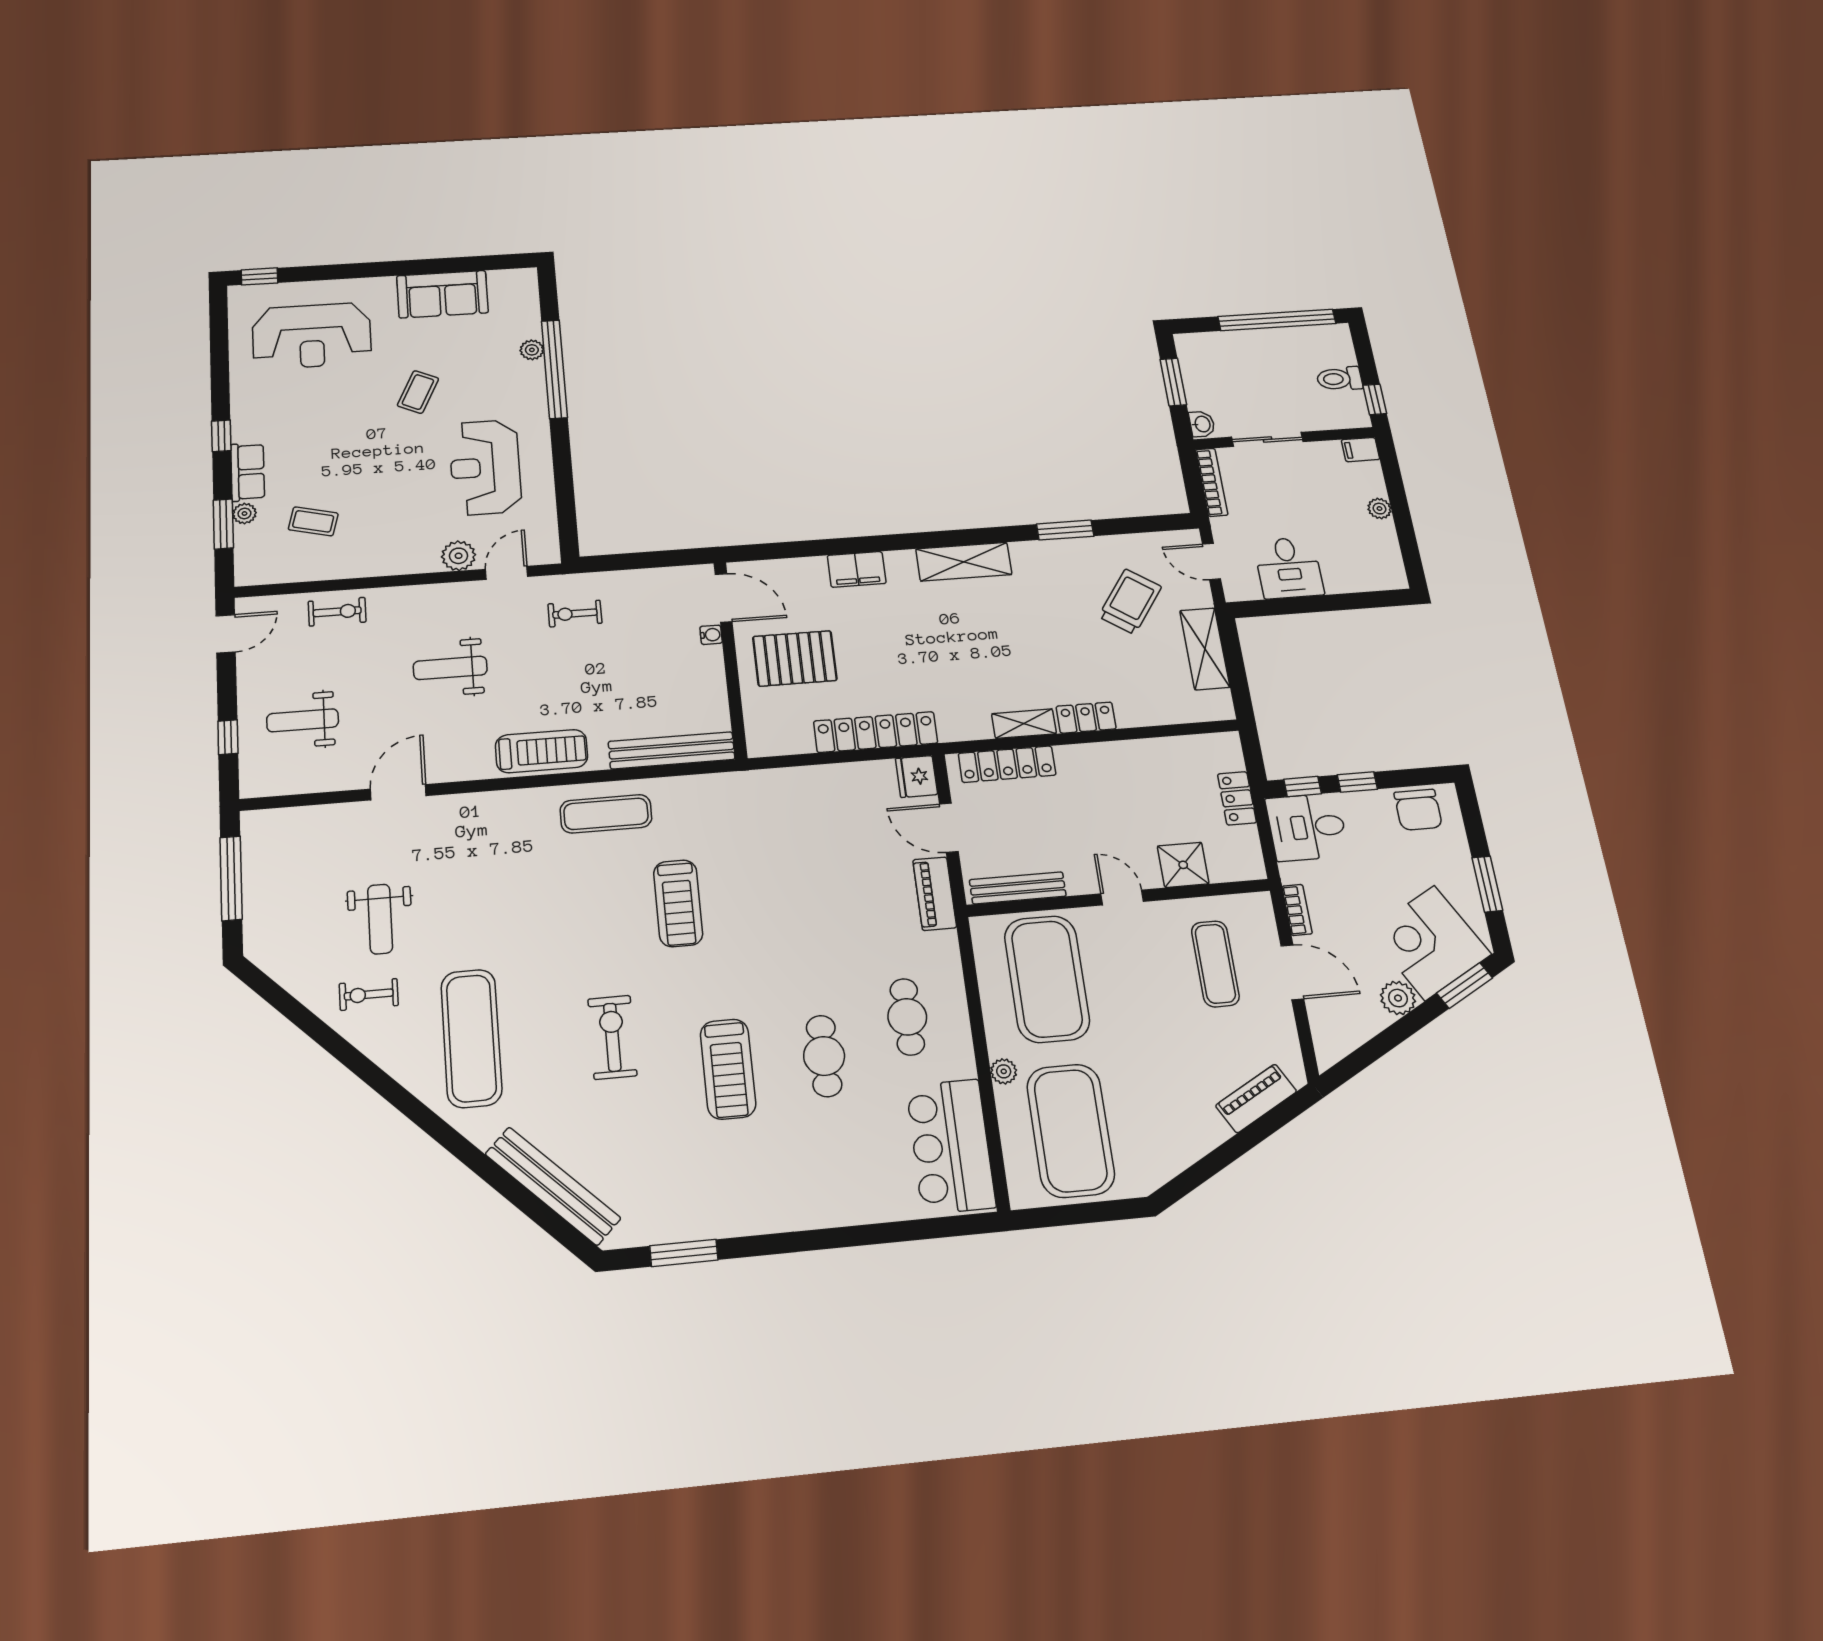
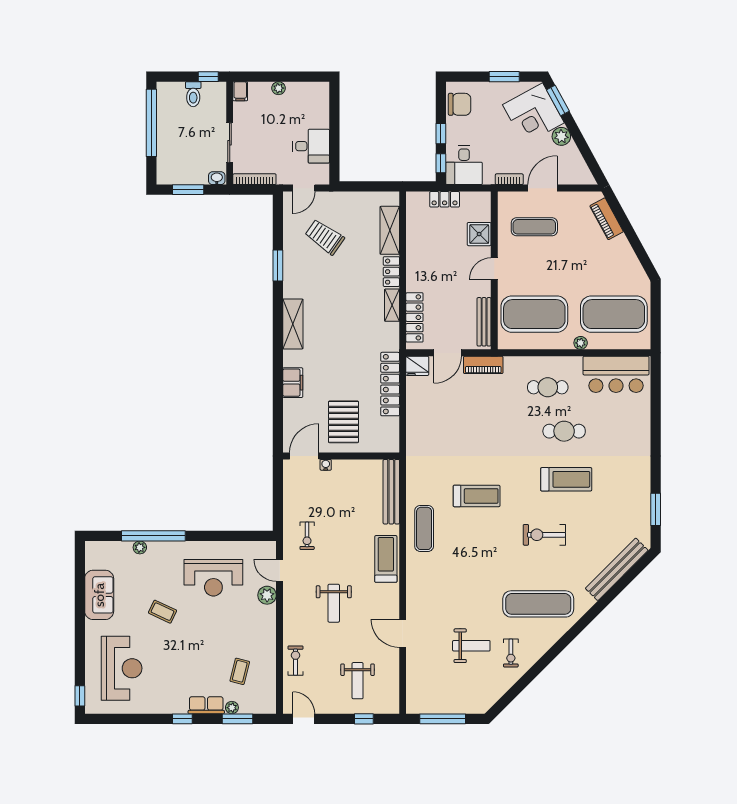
shelving: (1205, 649) -> (390, 230), moved, turned 90

